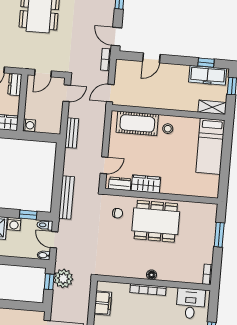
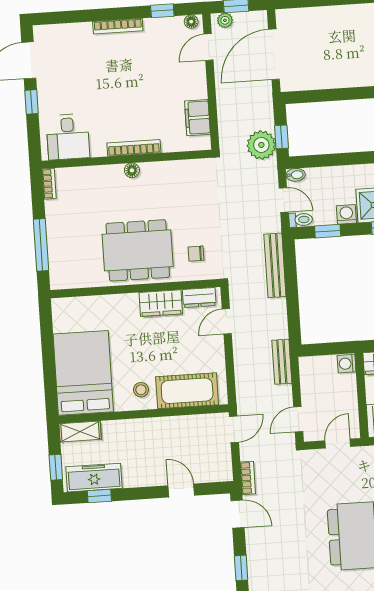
door: (151, 58) -> (181, 491), hinge flipped
bed: (210, 146) -> (83, 373), width x1.50
window: (219, 235) -> (41, 245), width x1.44

